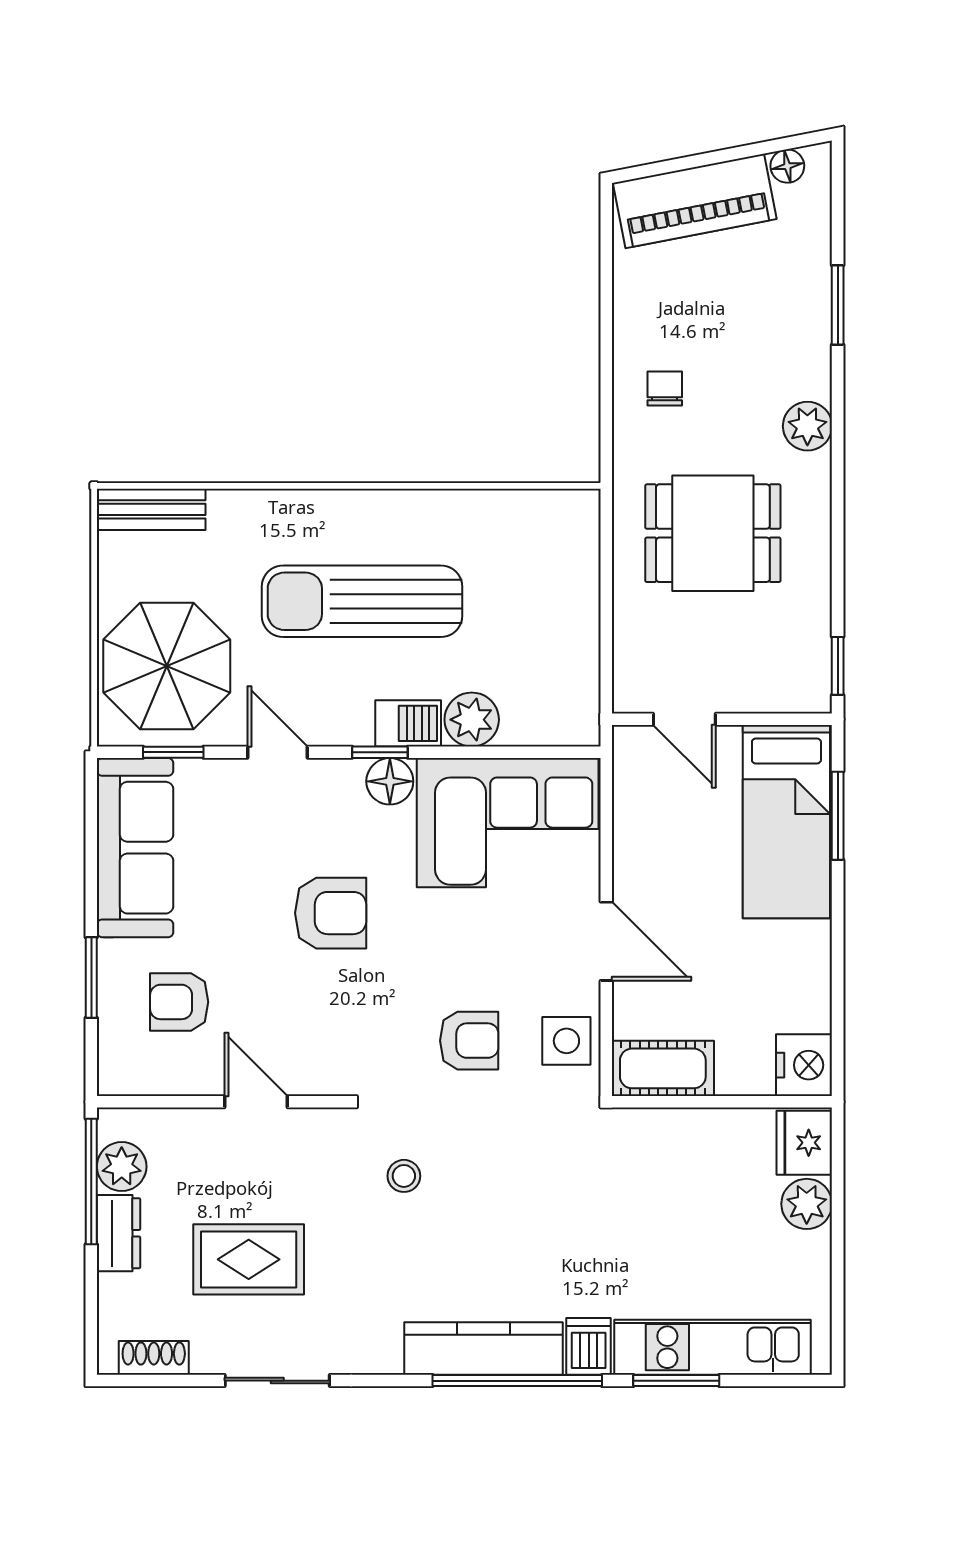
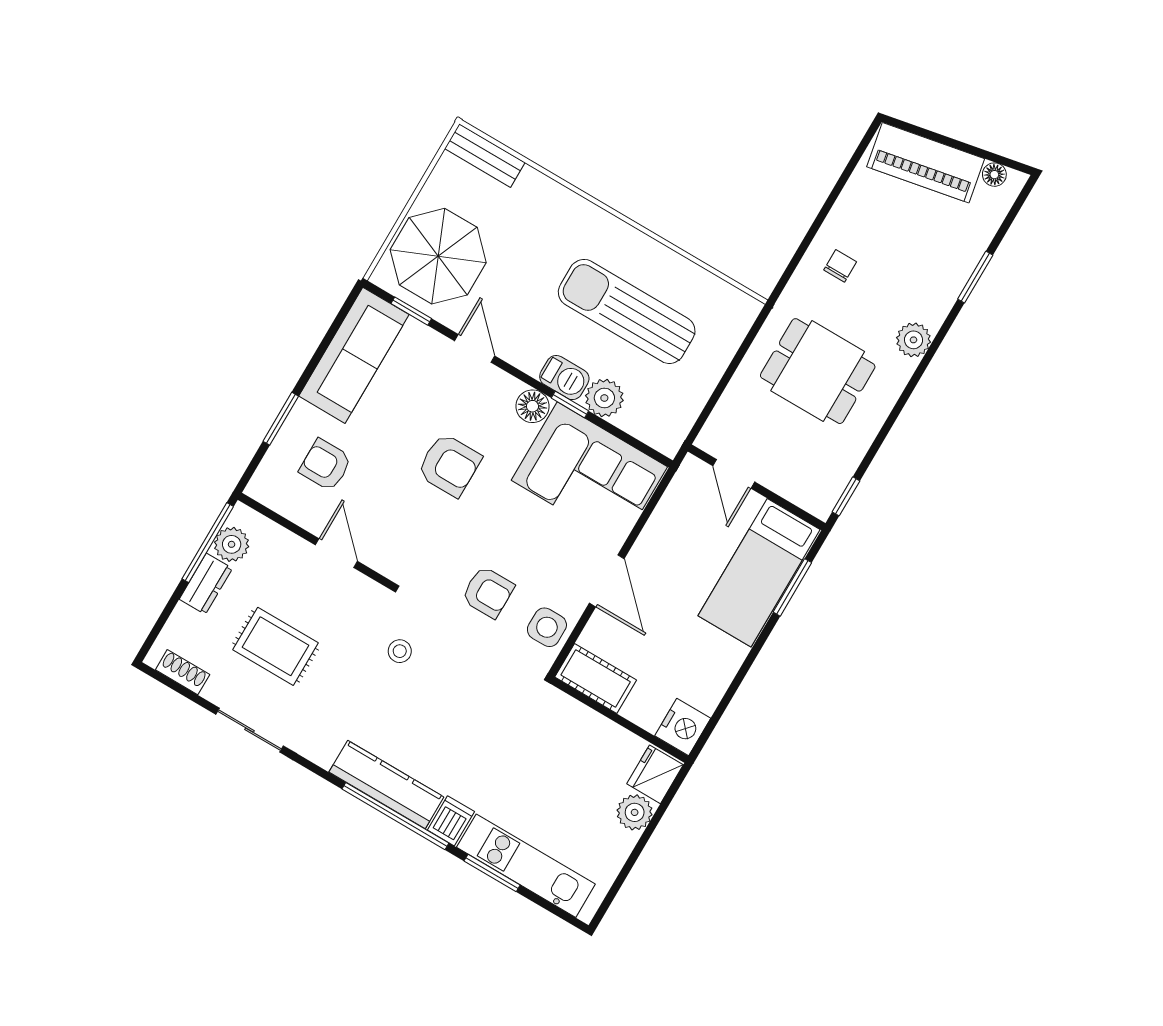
sun lounger: (362, 601) -> (627, 311), moved
window: (380, 752) -> (570, 404), moved

